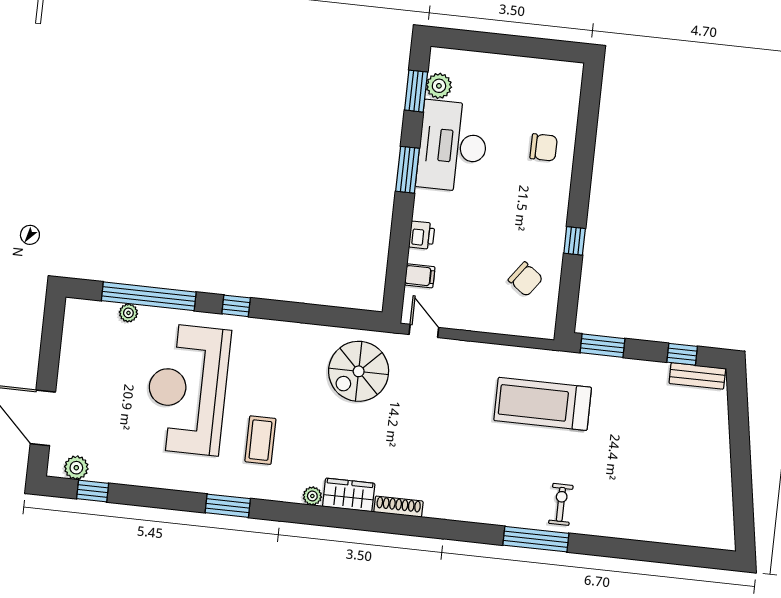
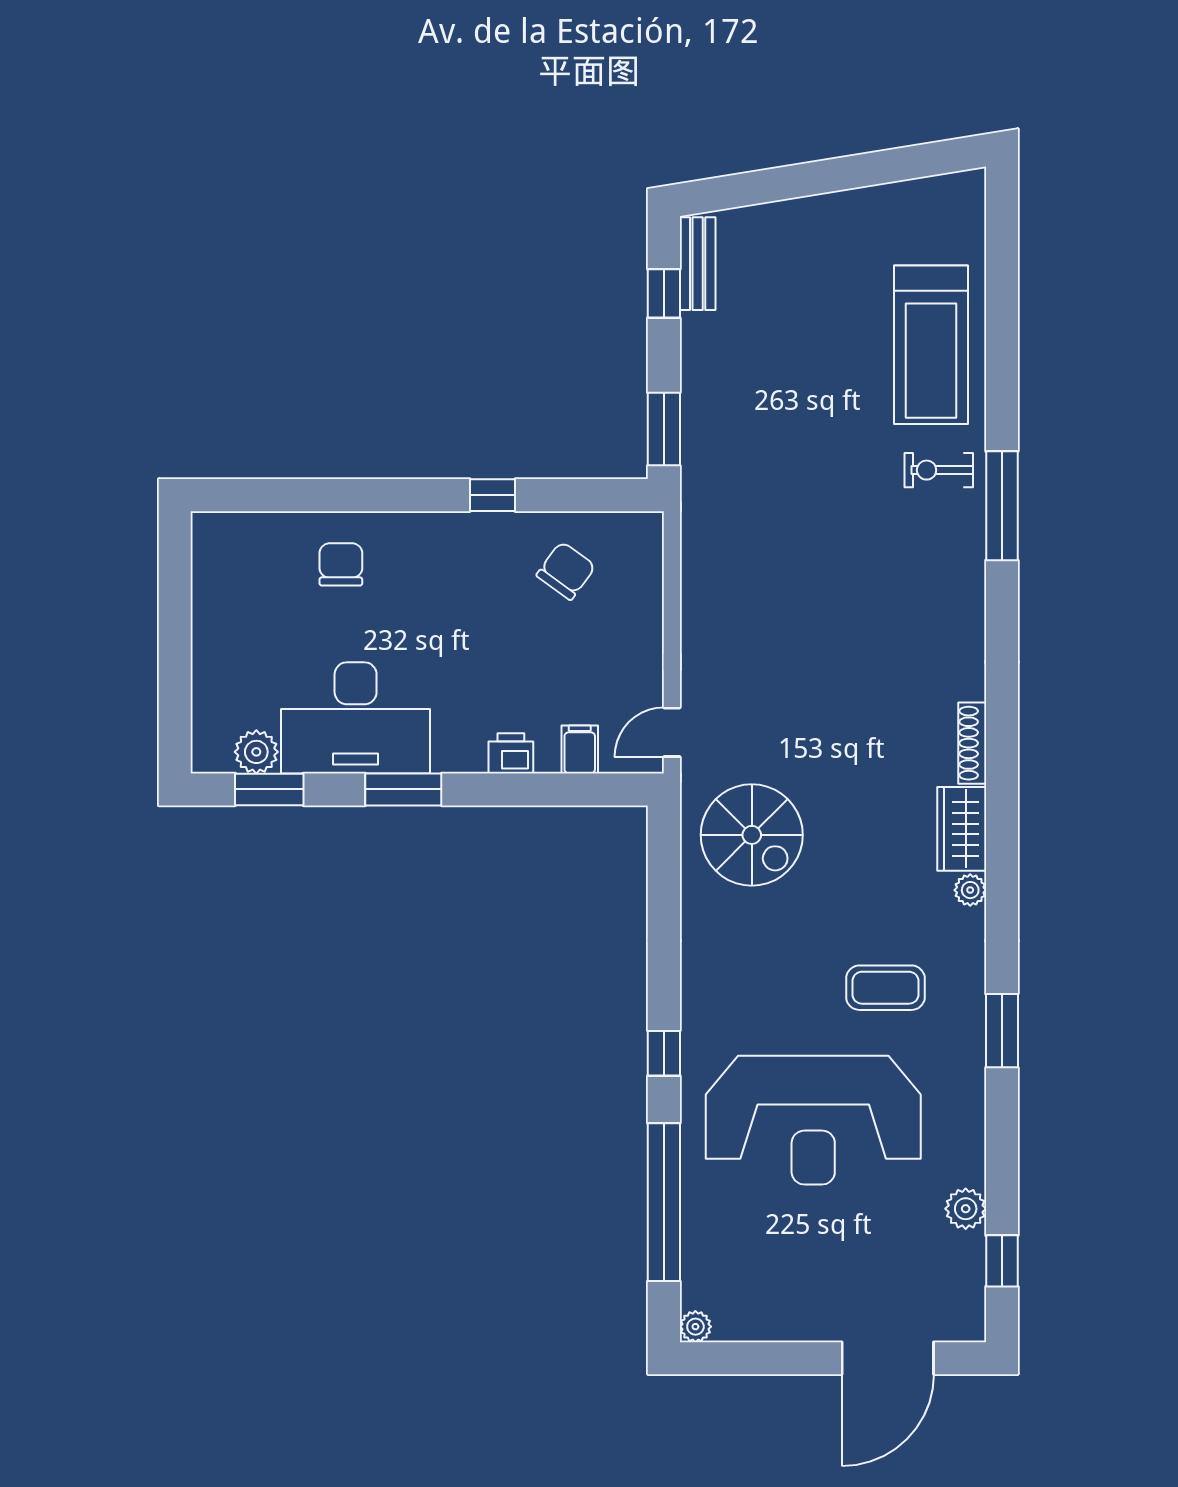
plant: (128, 313) -> (695, 1327), moved
treadmill: (543, 404) -> (931, 345), moved
plant: (76, 468) -> (966, 1209), moved

